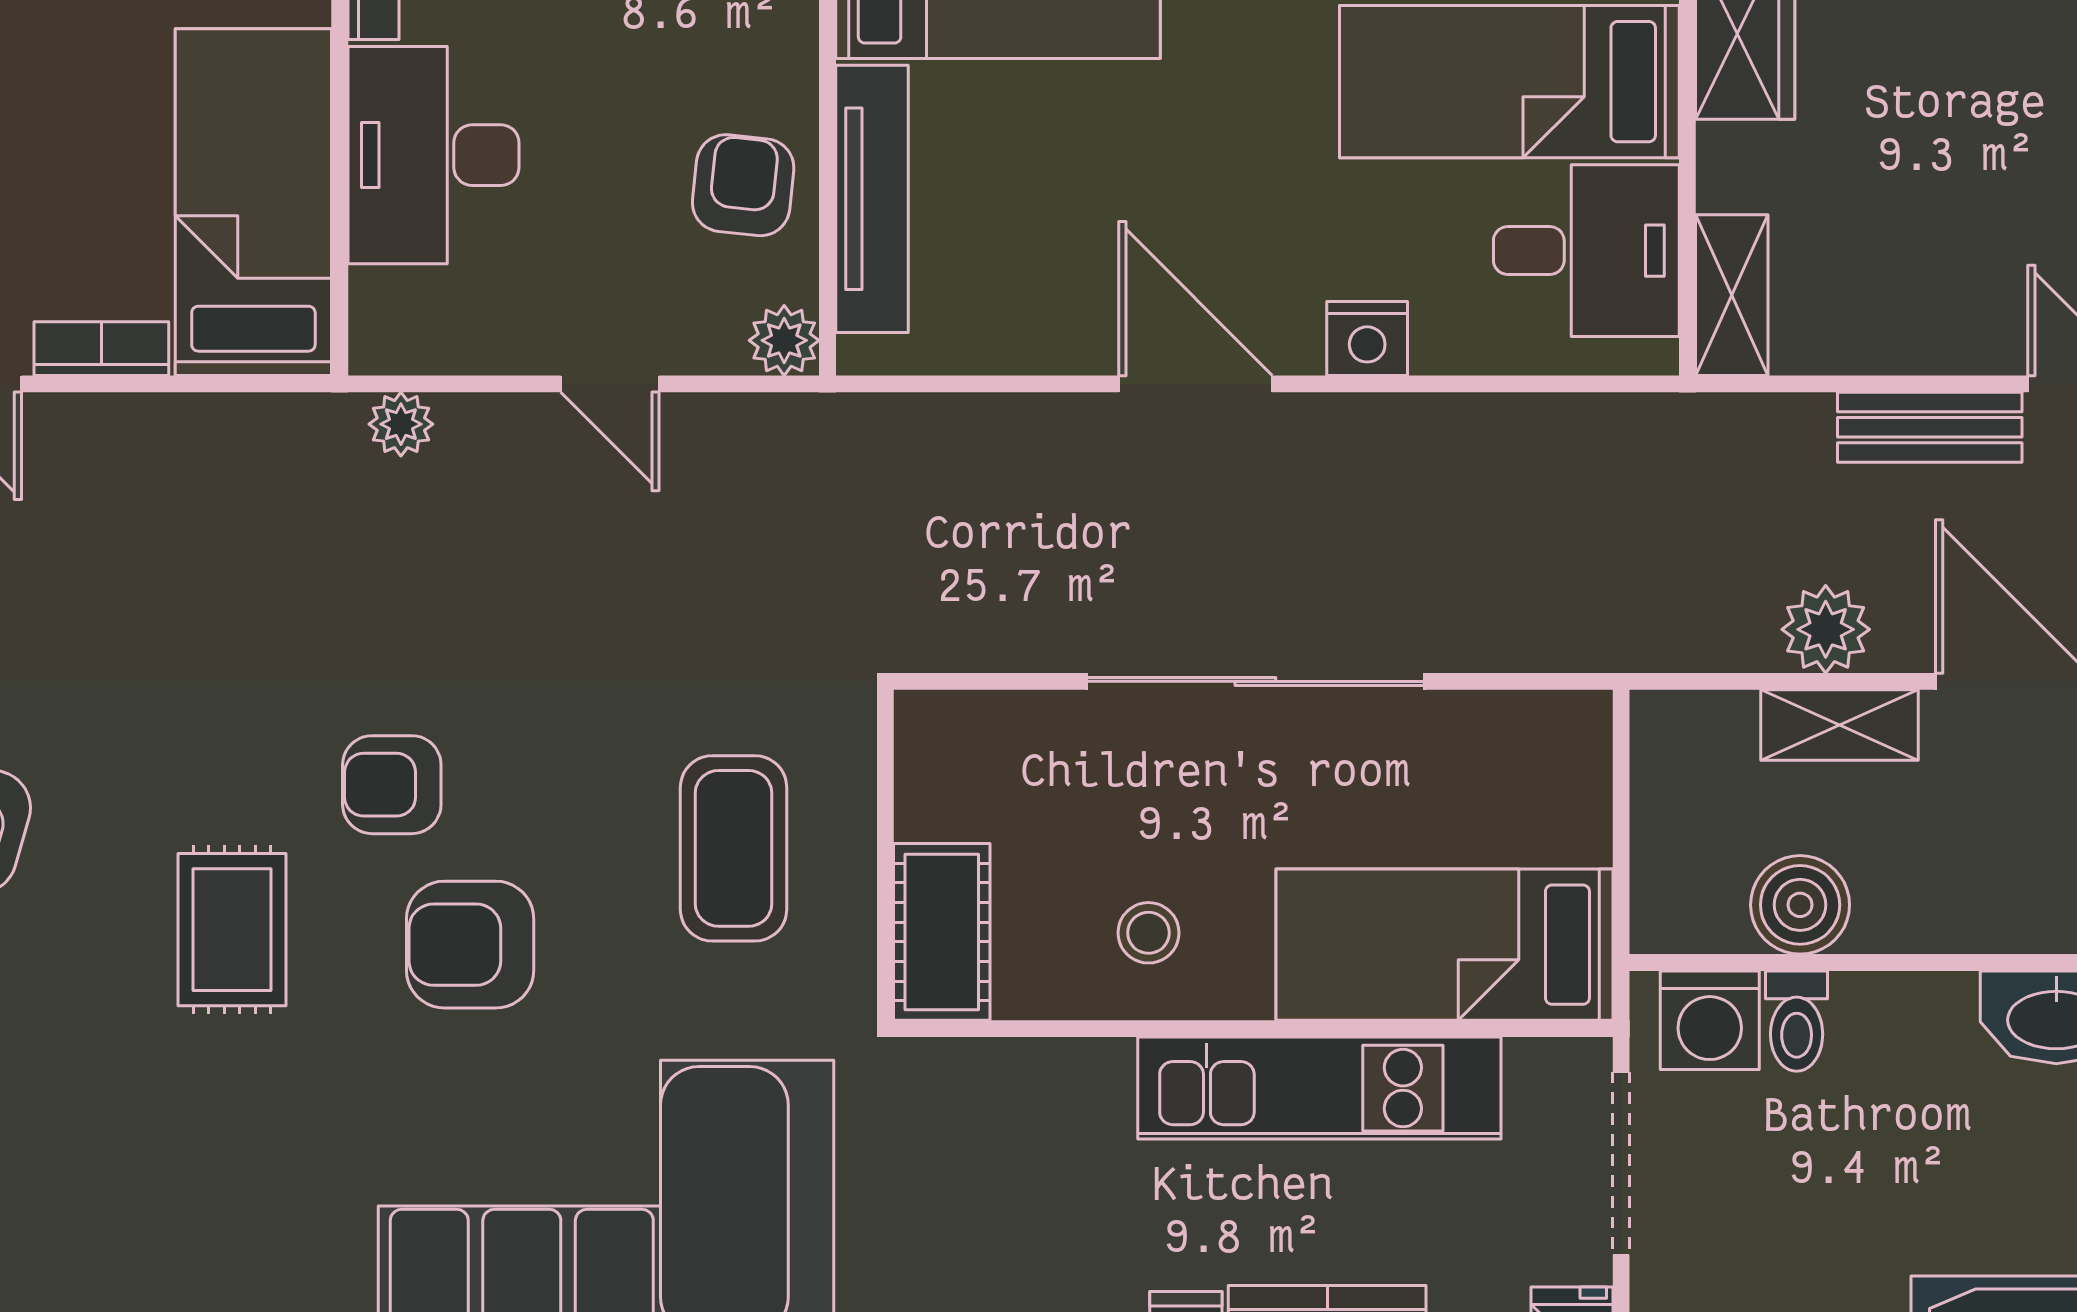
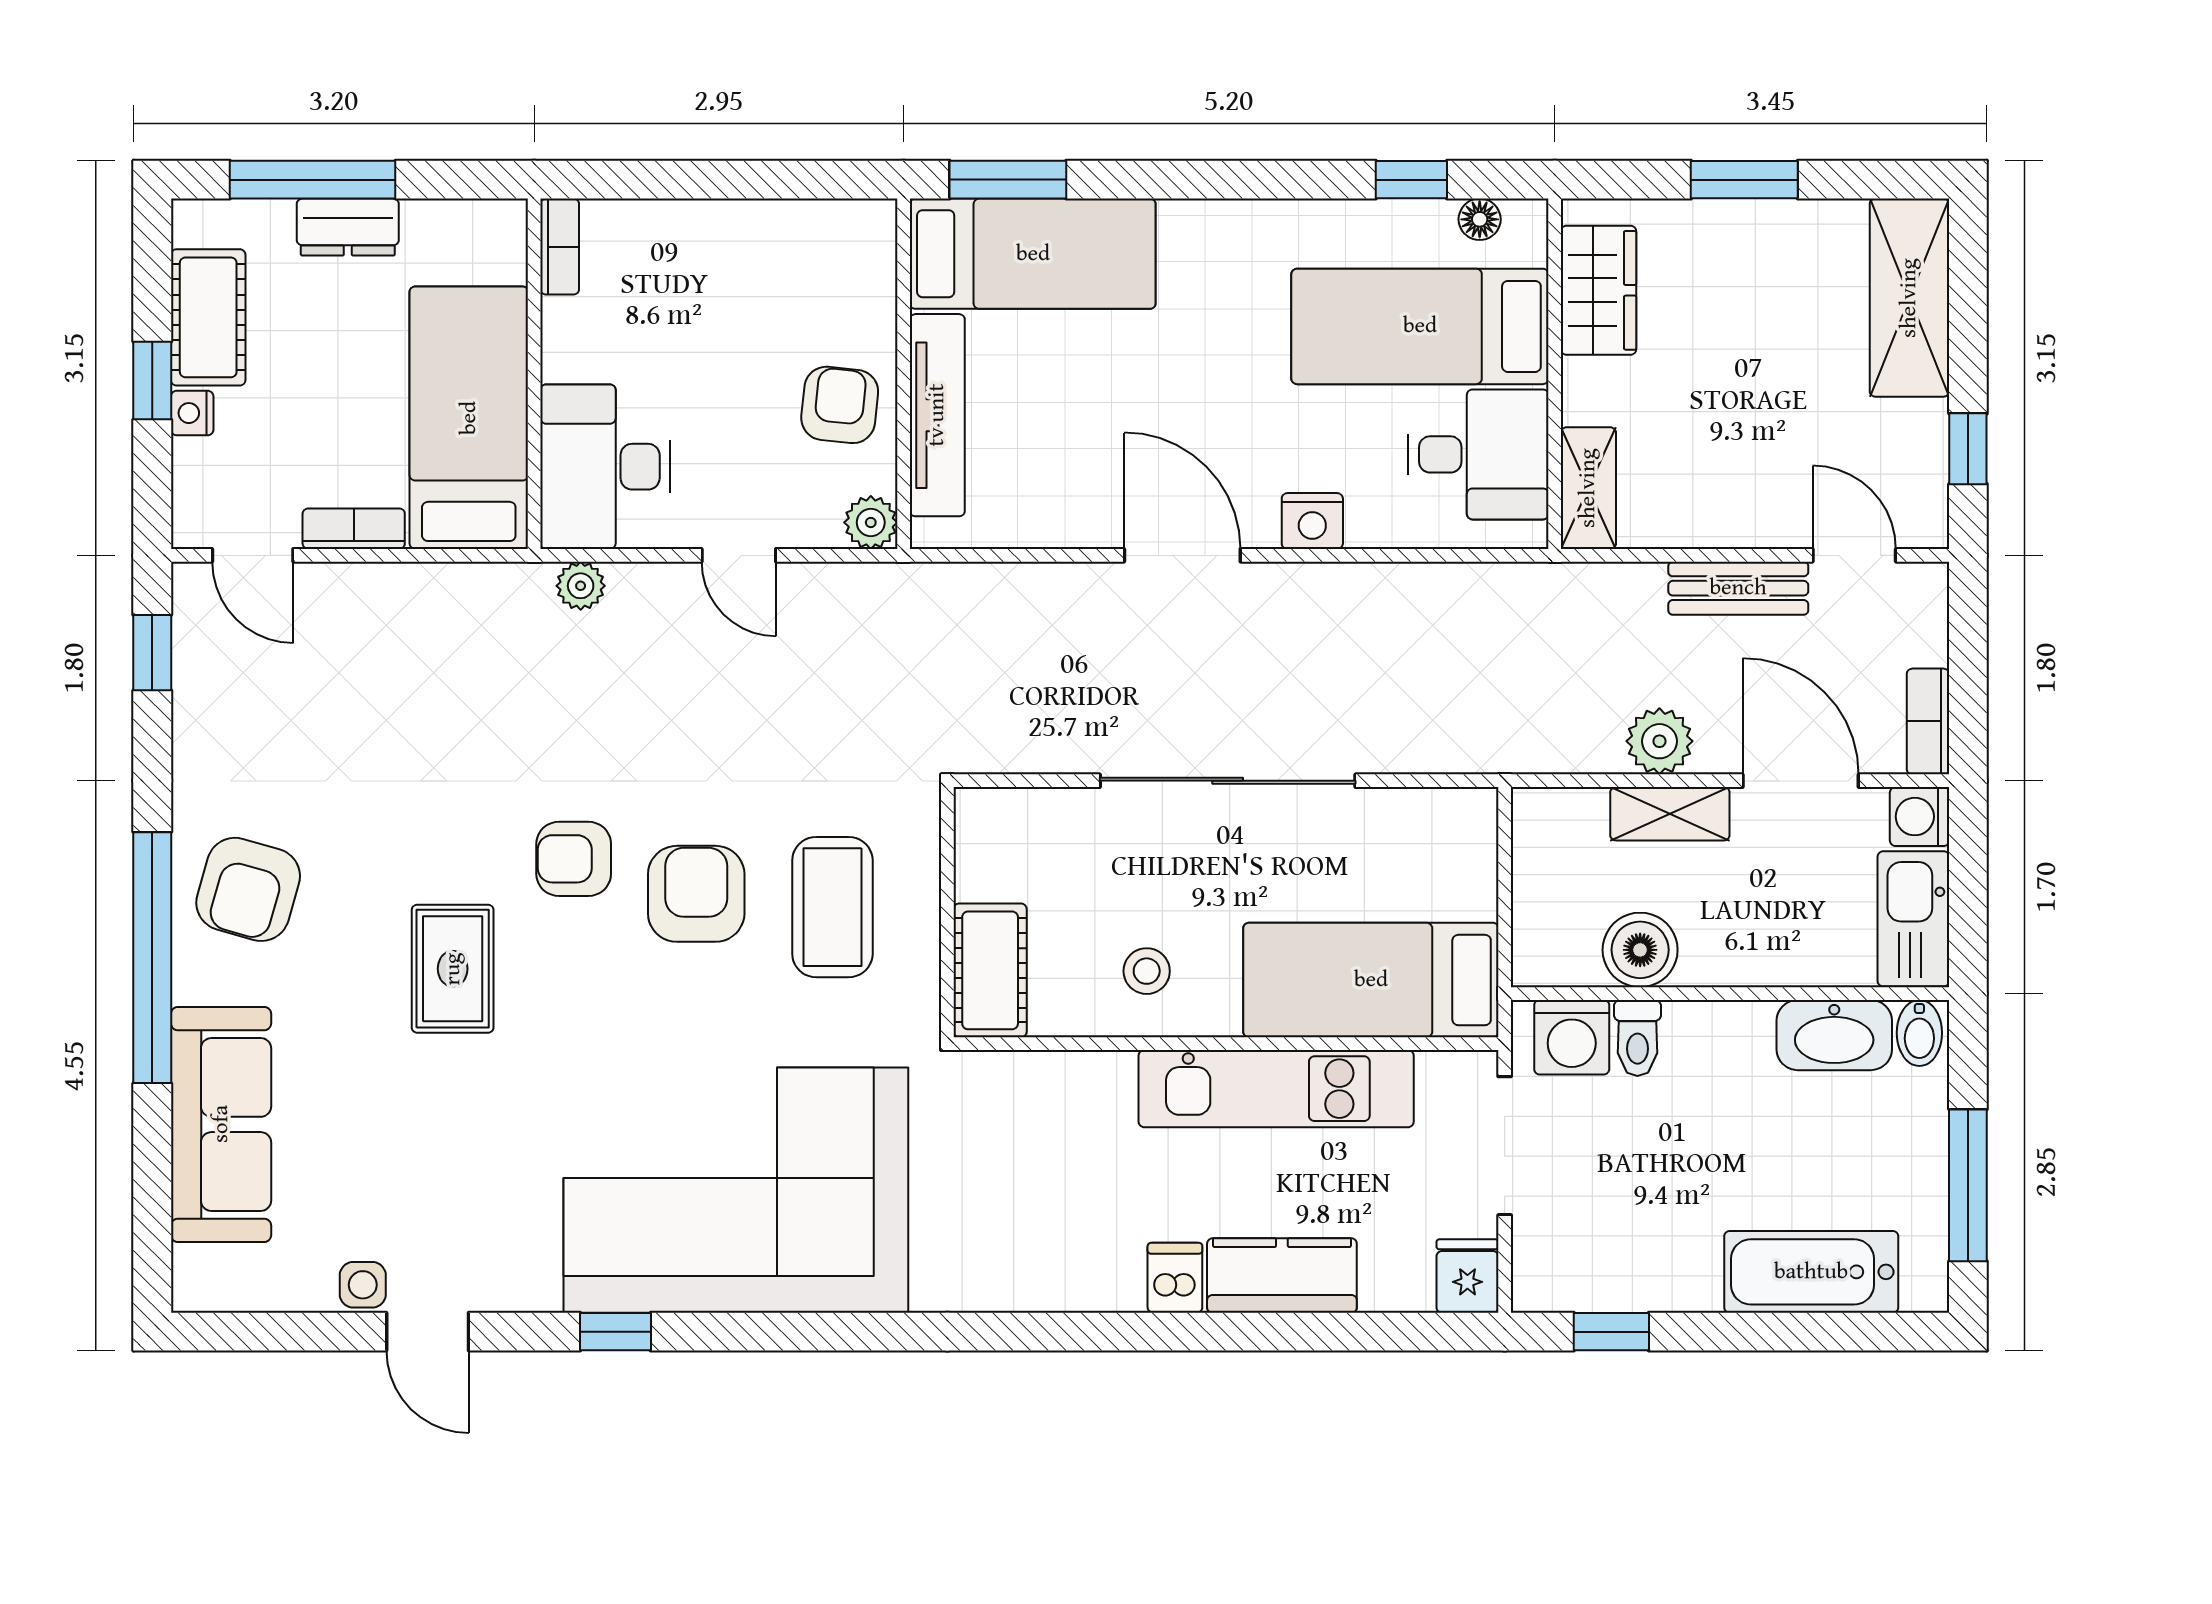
desk: (433, 155) -> (605, 467), moved
armchair: (470, 945) -> (696, 894), moved, turned 90

